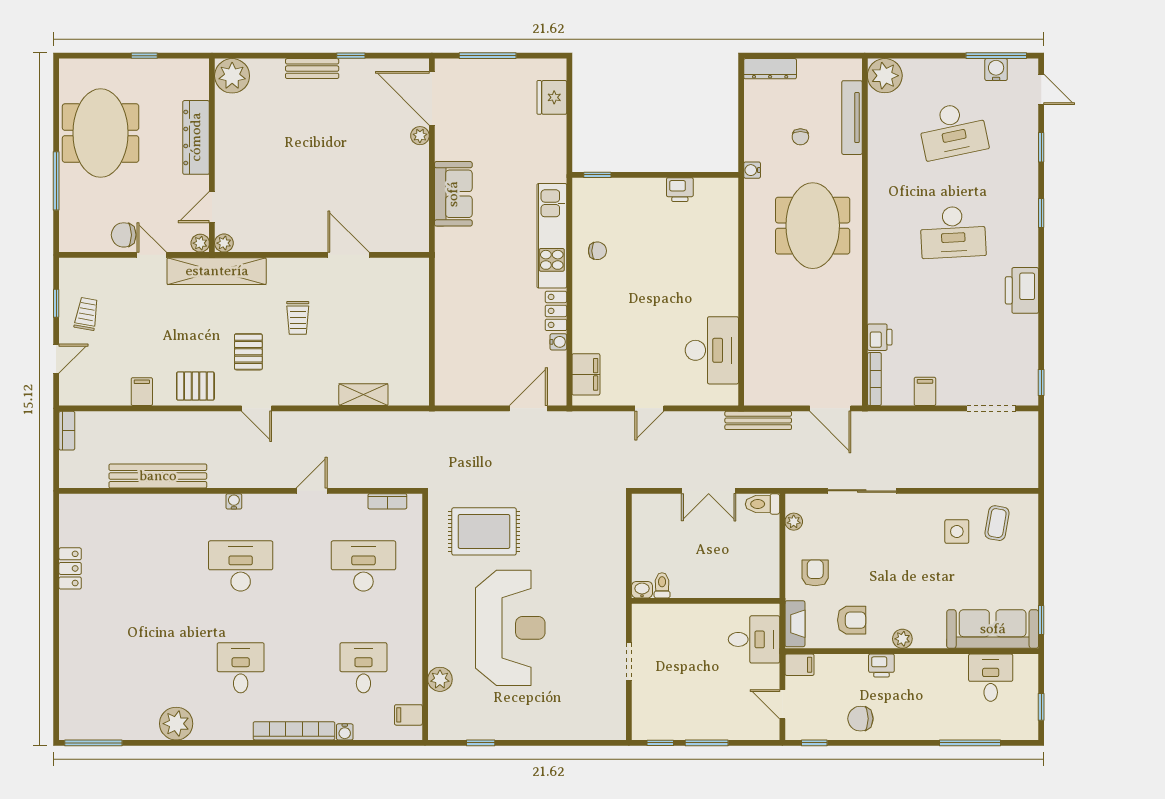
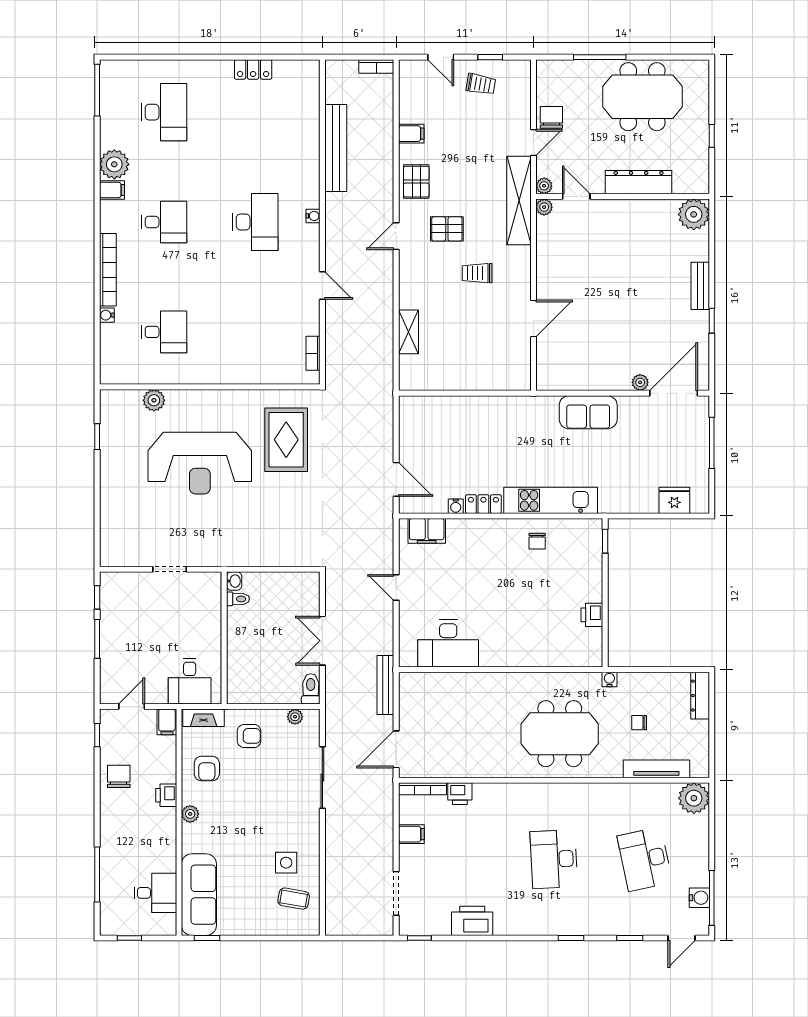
printer: (1022, 290) -> (472, 921), moved
desk: (363, 566) -> (164, 112), moved
filing cabinet: (408, 715) -> (112, 190), moved, turned 90

